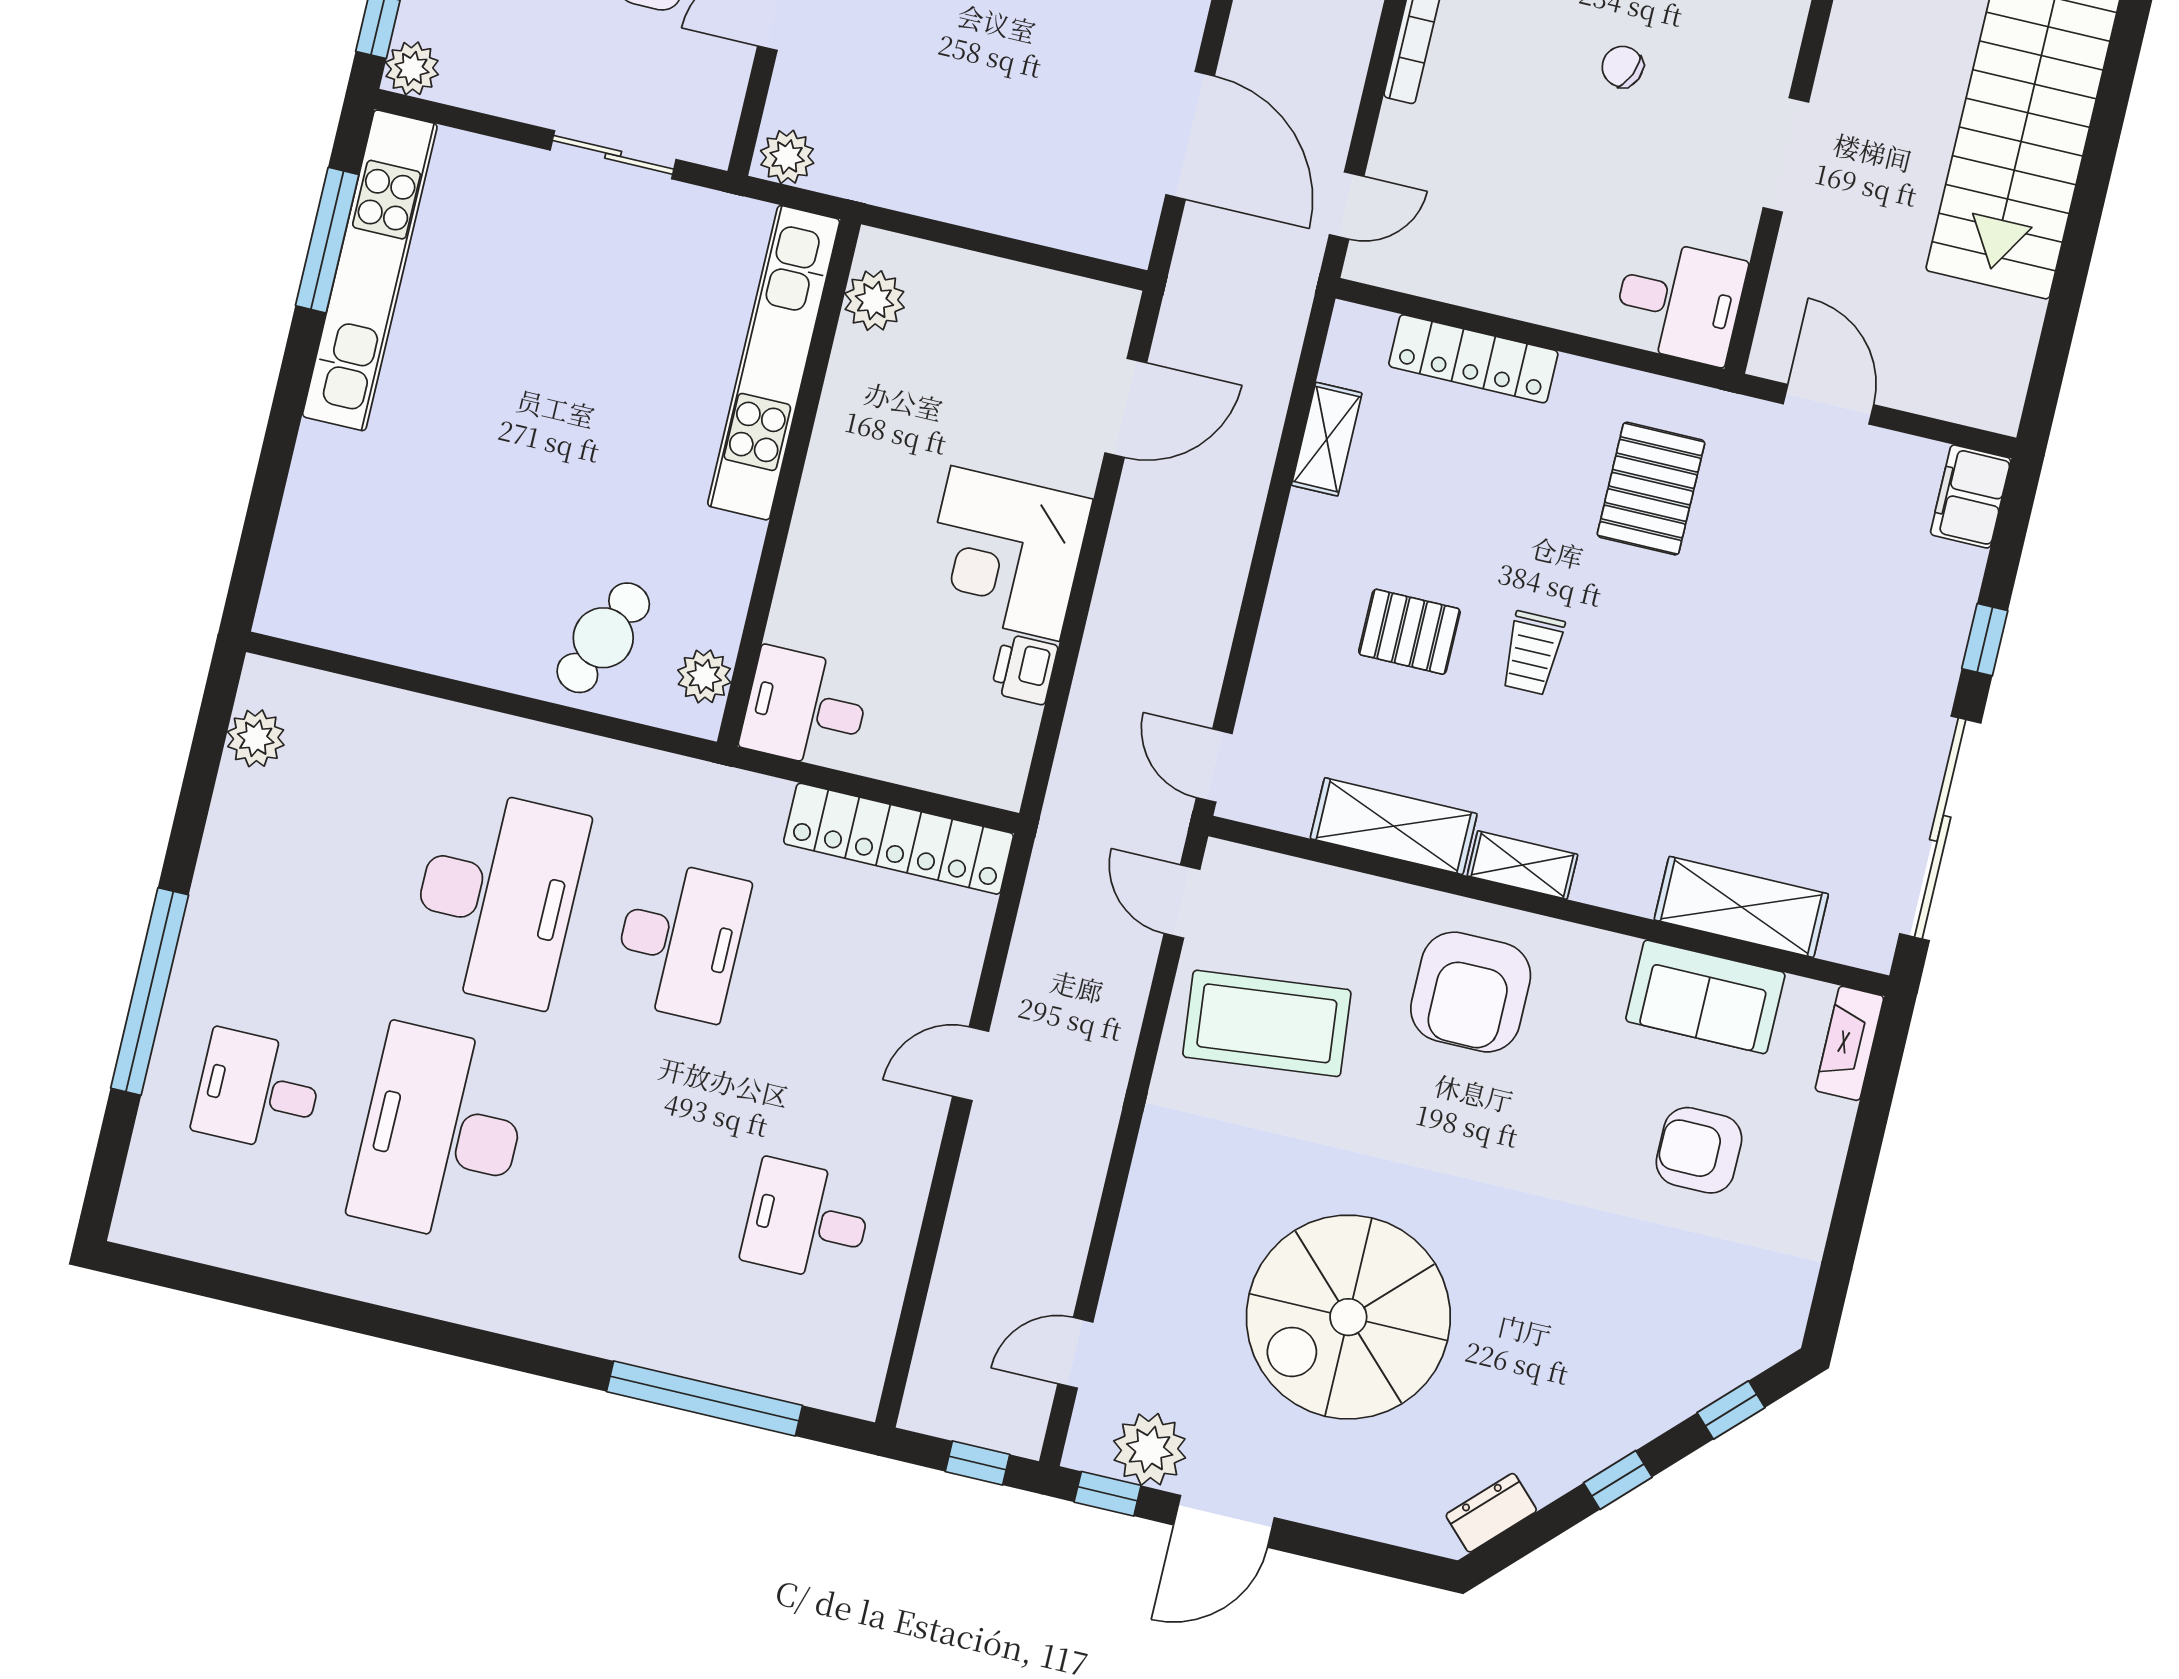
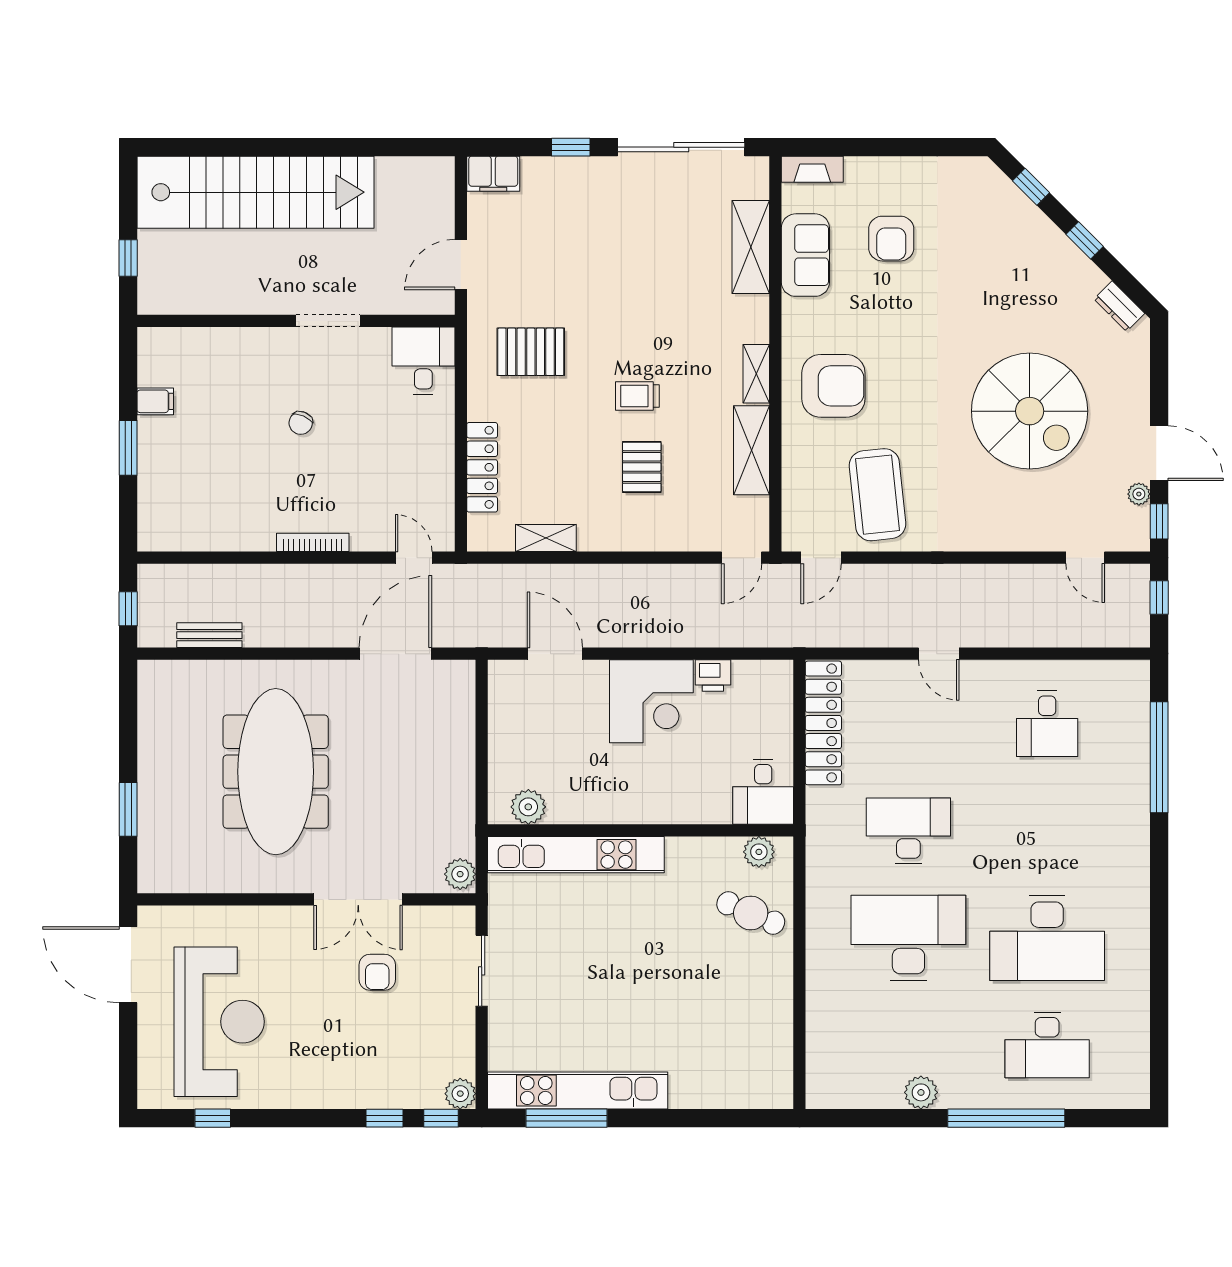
trolley: (1532, 653) -> (637, 396), turned 180
plant: (256, 738) -> (921, 1092), moved
desk: (258, 1091) -> (1047, 1045), width x1.37
plant: (1150, 1449) -> (1139, 494), width x0.53, depth x0.53

